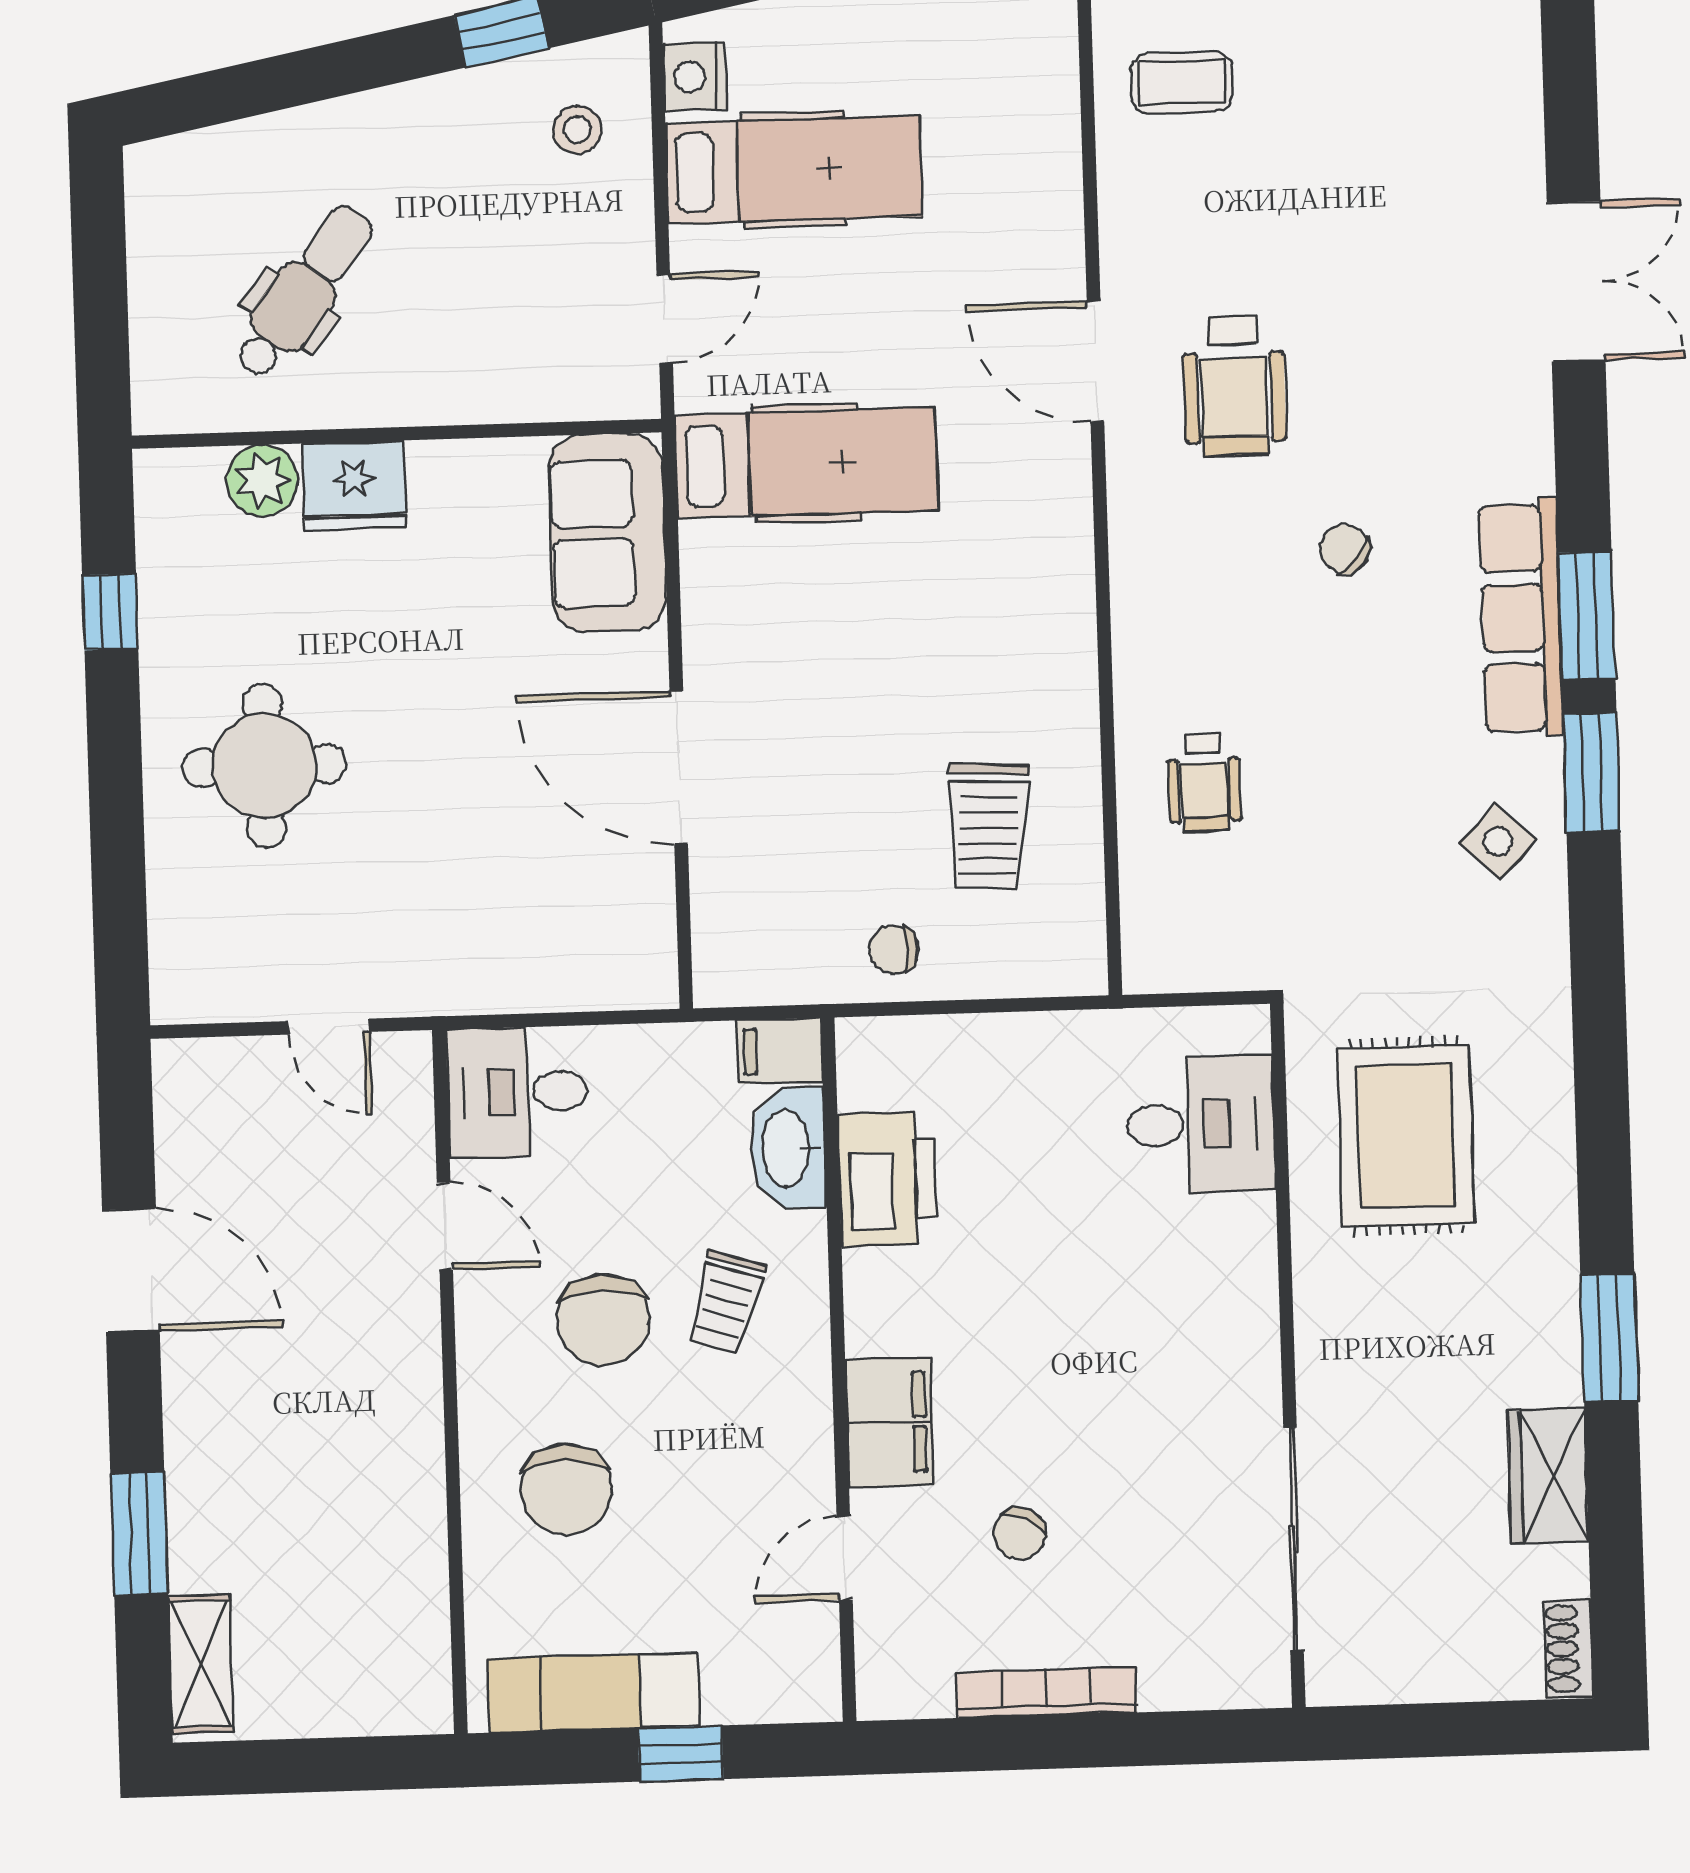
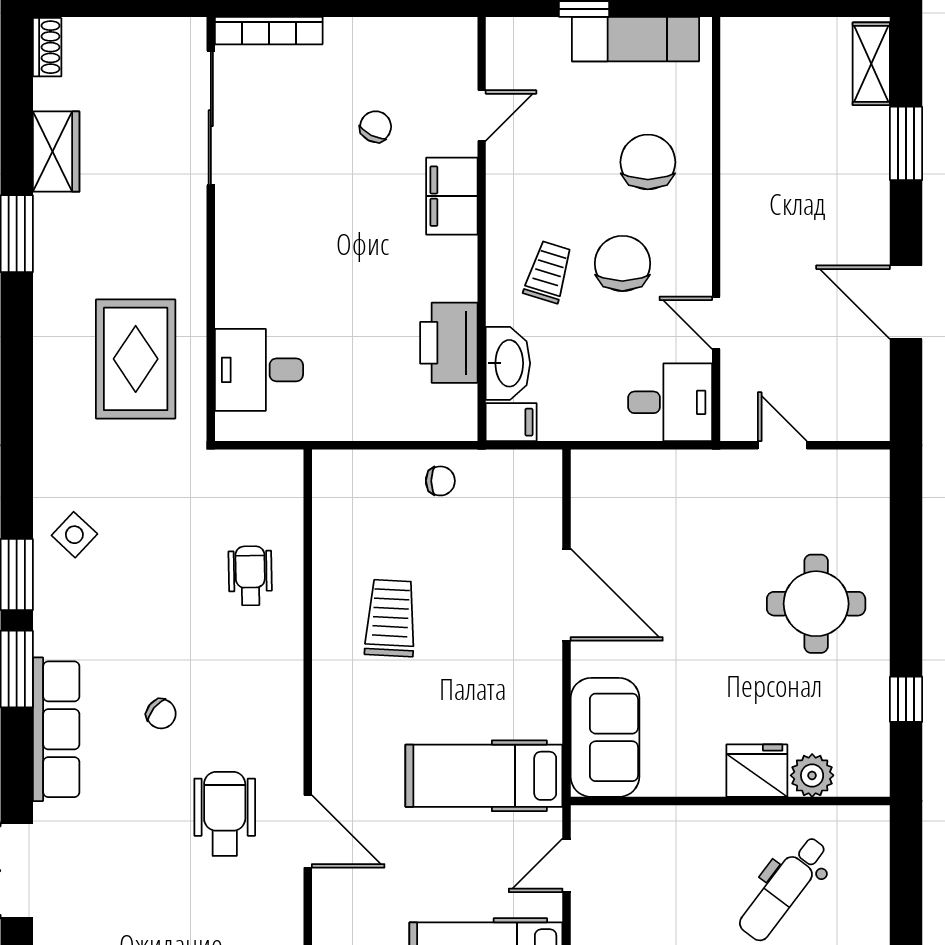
row of seats: (1521, 618) -> (56, 729), moved
trolley: (988, 827) -> (391, 618), moved
bookcase: (1047, 1692) -> (269, 31), moved

